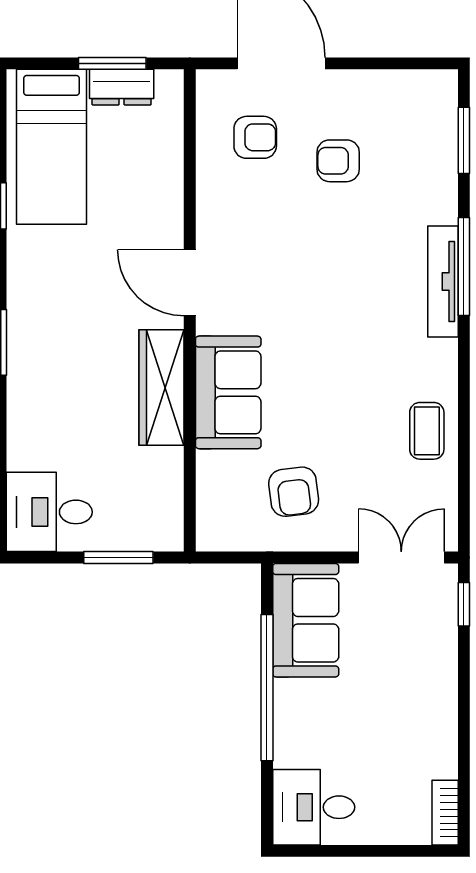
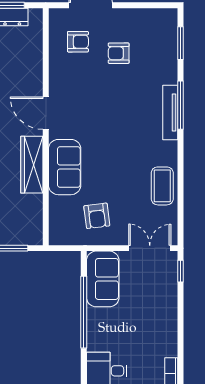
coffee table: (427, 431) -> (162, 186), width x1.36, depth x1.30

